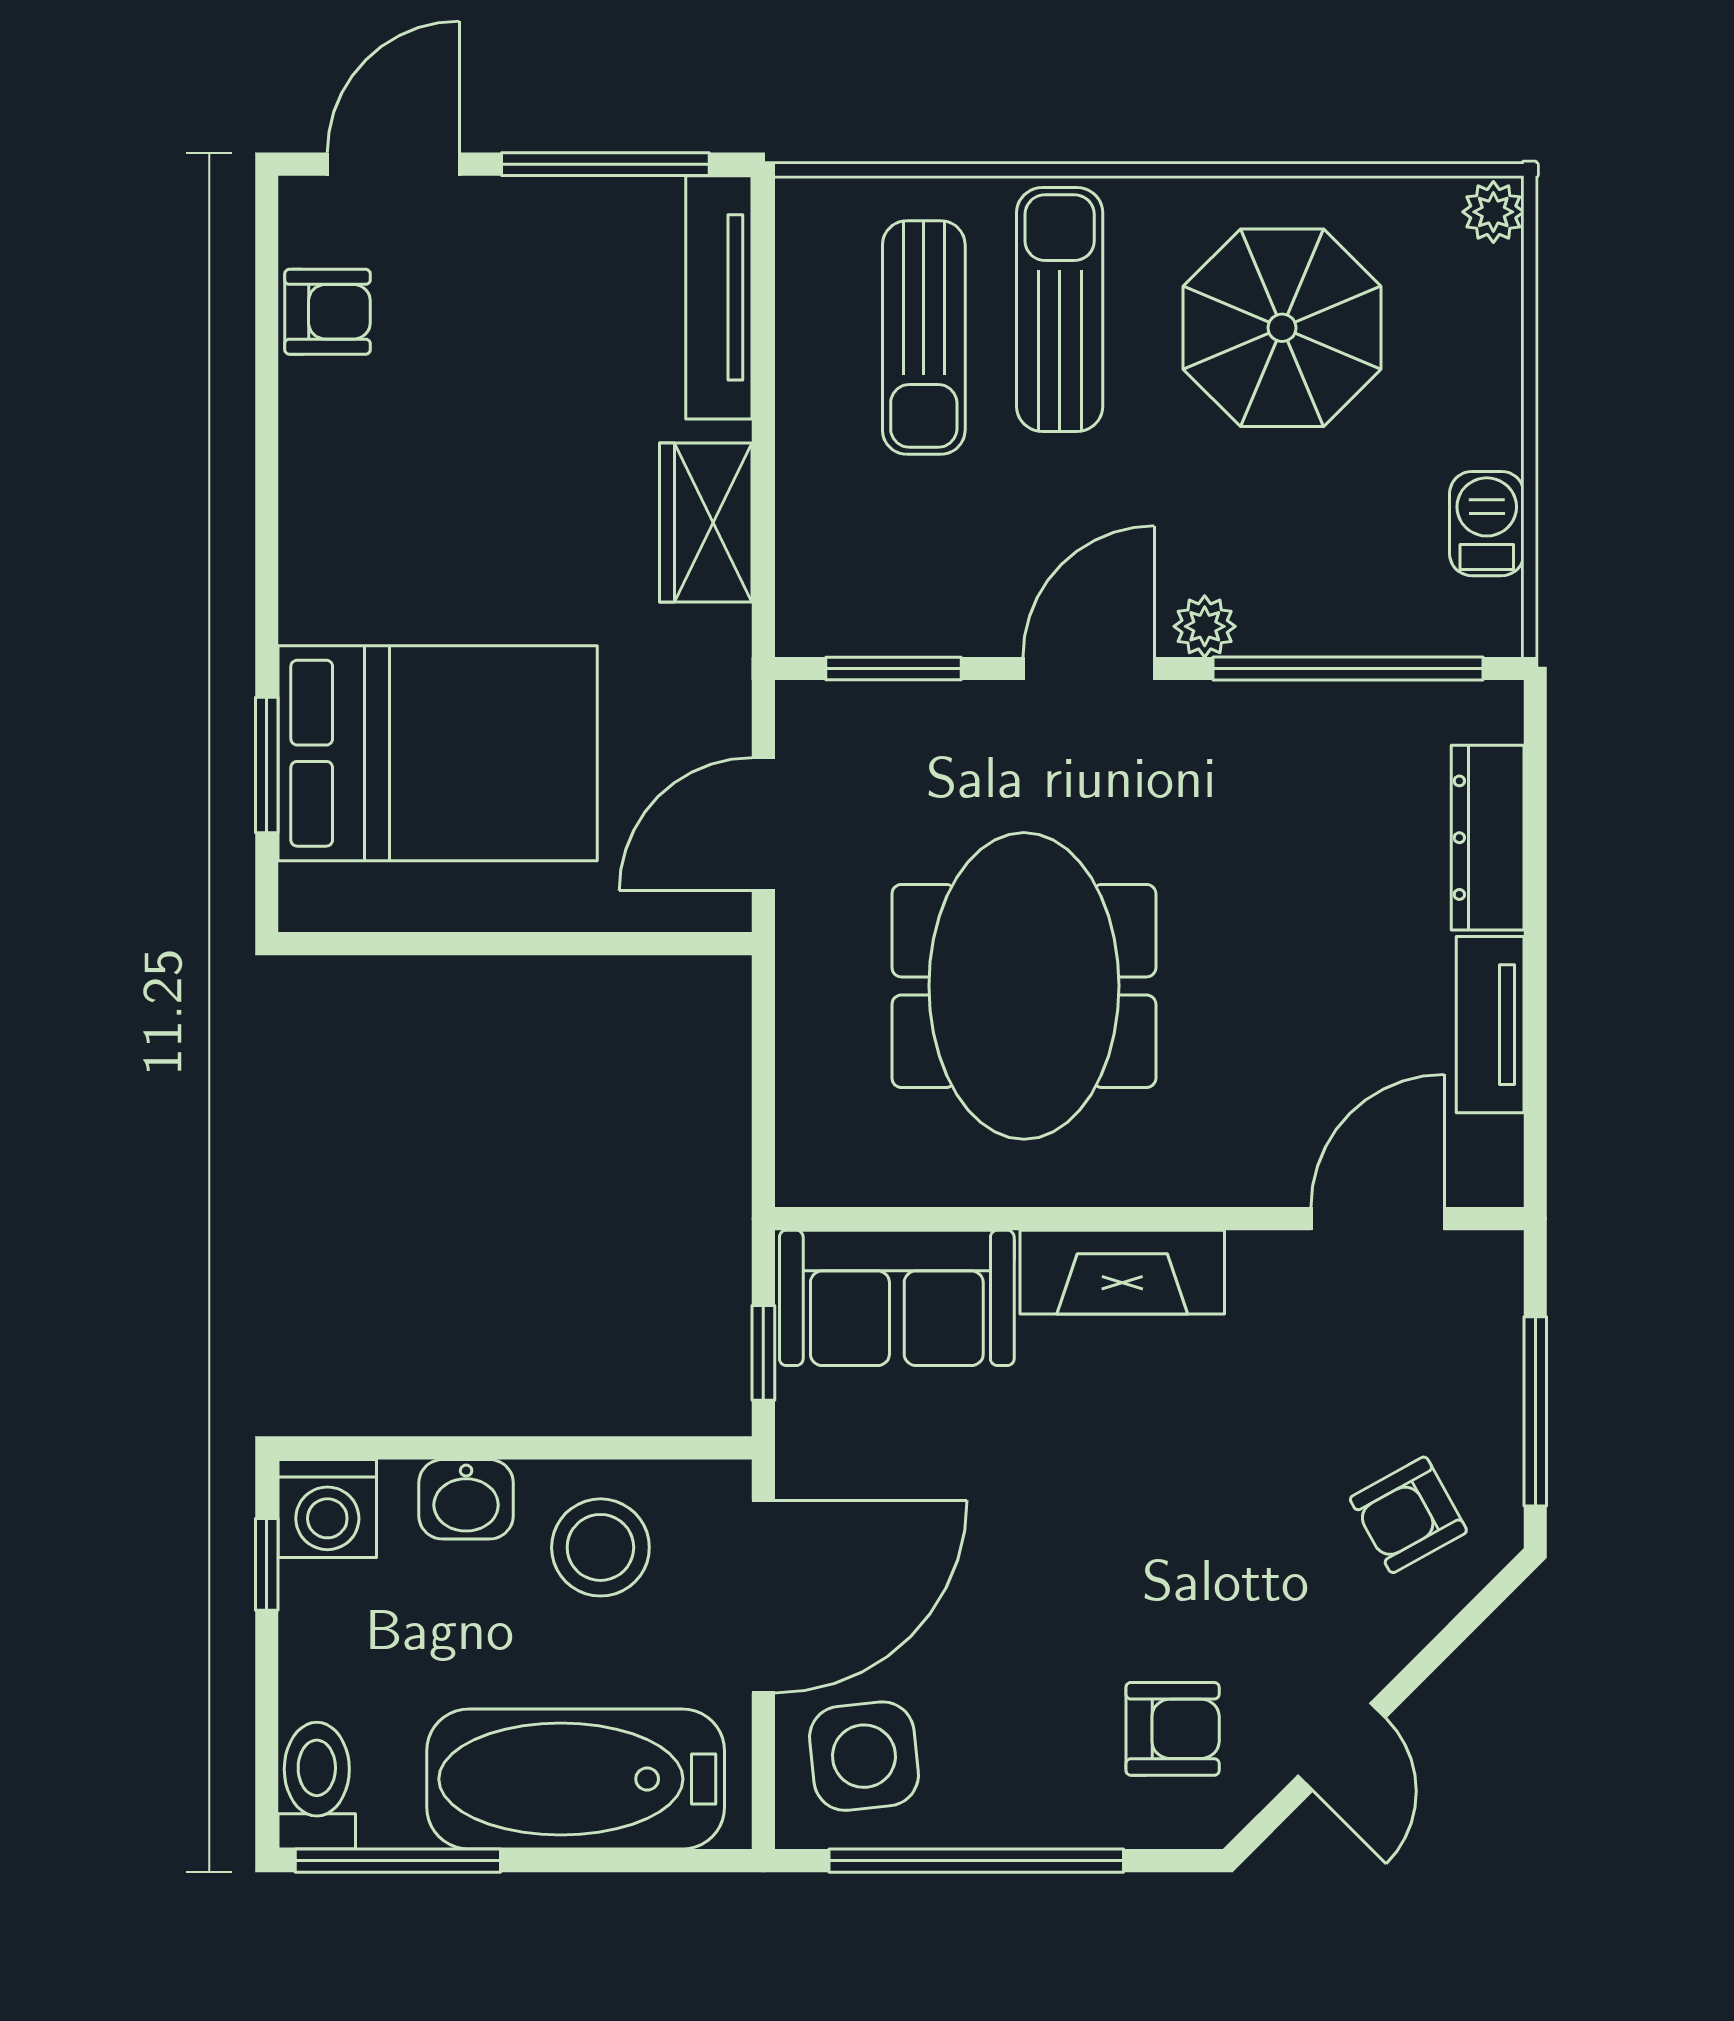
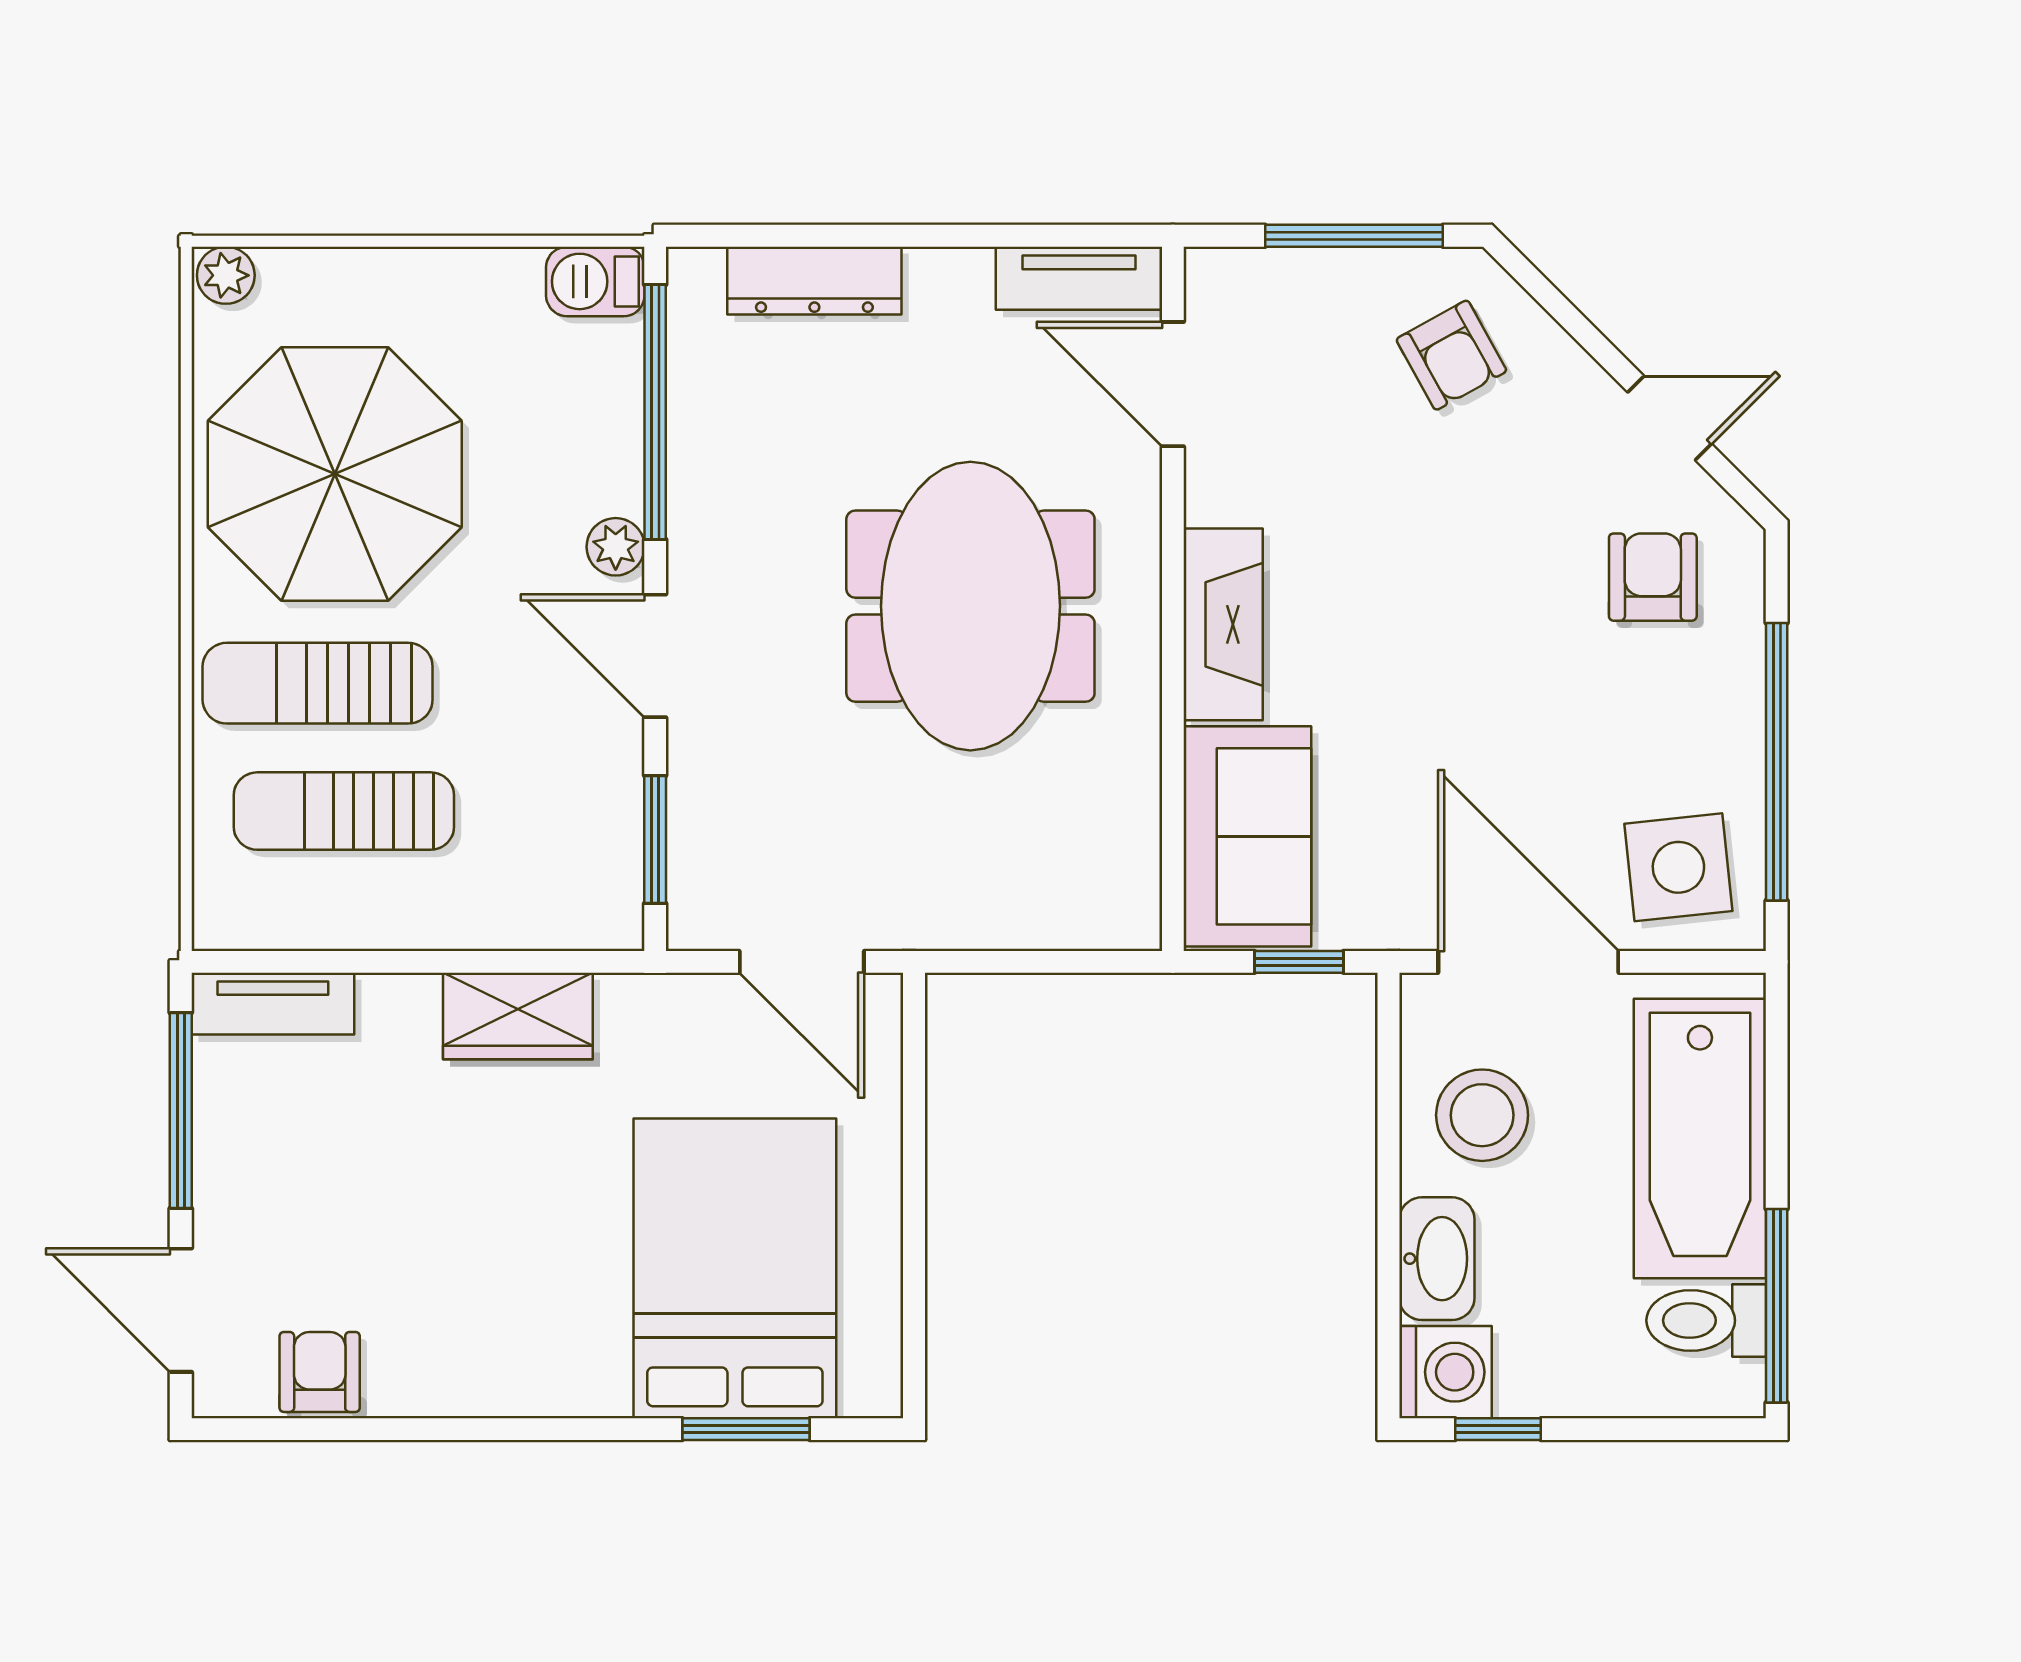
tv unit: (719, 297) -> (273, 1004), width x0.71
parasol: (1282, 328) -> (335, 474), width x1.36, depth x1.36
sun lounger: (924, 337) -> (344, 811), turned 180
barbecue: (1487, 524) -> (595, 281), moved
meeting table: (1024, 986) -> (970, 606), moved, turned 90
tv unit: (1490, 1025) -> (1079, 278), moved
washbasin: (466, 1499) -> (1437, 1259), width x1.38
toilet: (317, 1786) -> (1706, 1320), moved

